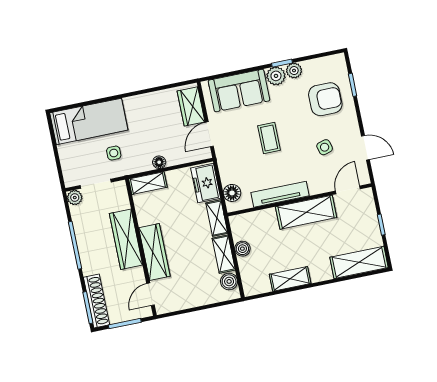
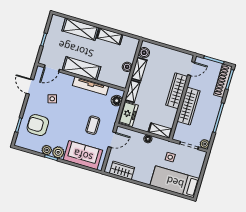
wardrobe: (191, 106) -> (122, 170), moved, turned -90
coffee table: (269, 138) -> (93, 125), moved
shelving: (359, 262) -> (80, 29), moved

